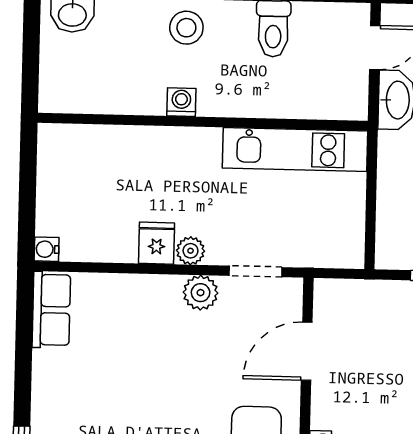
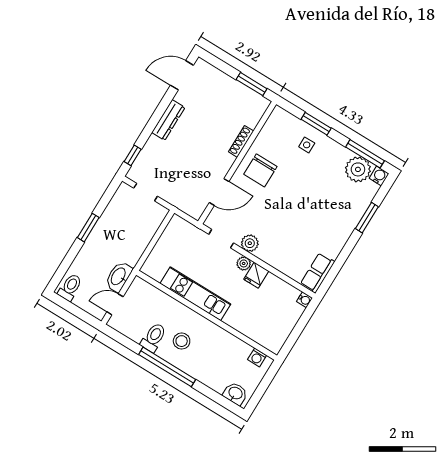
stool: (186, 28) -> (182, 341), moved
washing machine: (181, 102) -> (257, 357), moved
kitchen unit: (295, 149) -> (195, 294), moved

